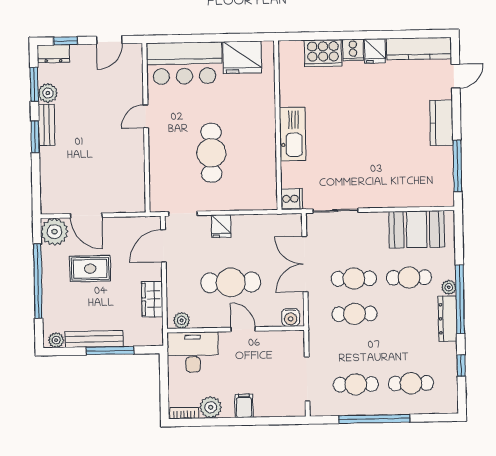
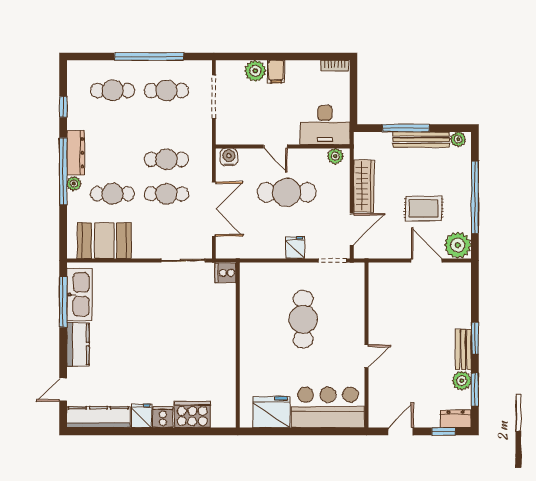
kitchen sink: (293, 134) -> (79, 294), moved, turned 180
wardrobe: (152, 299) -> (364, 186), width x1.50
plant: (211, 407) -> (255, 71), moved

